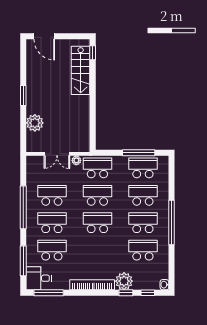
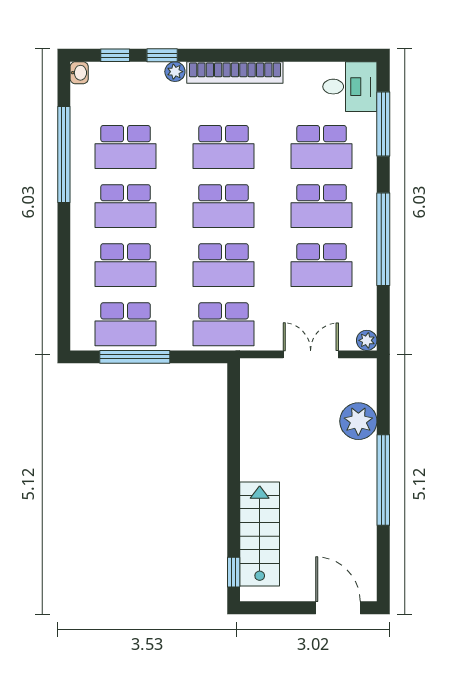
window: (23, 96) -> (383, 480), width x2.11
plant: (76, 160) -> (367, 340), moved
window: (172, 222) -> (64, 154), moved
school desk: (97, 250) -> (224, 147), added
plant: (124, 281) -> (175, 72), width x0.53, depth x0.53
window: (49, 293) -> (329, 55), removed

